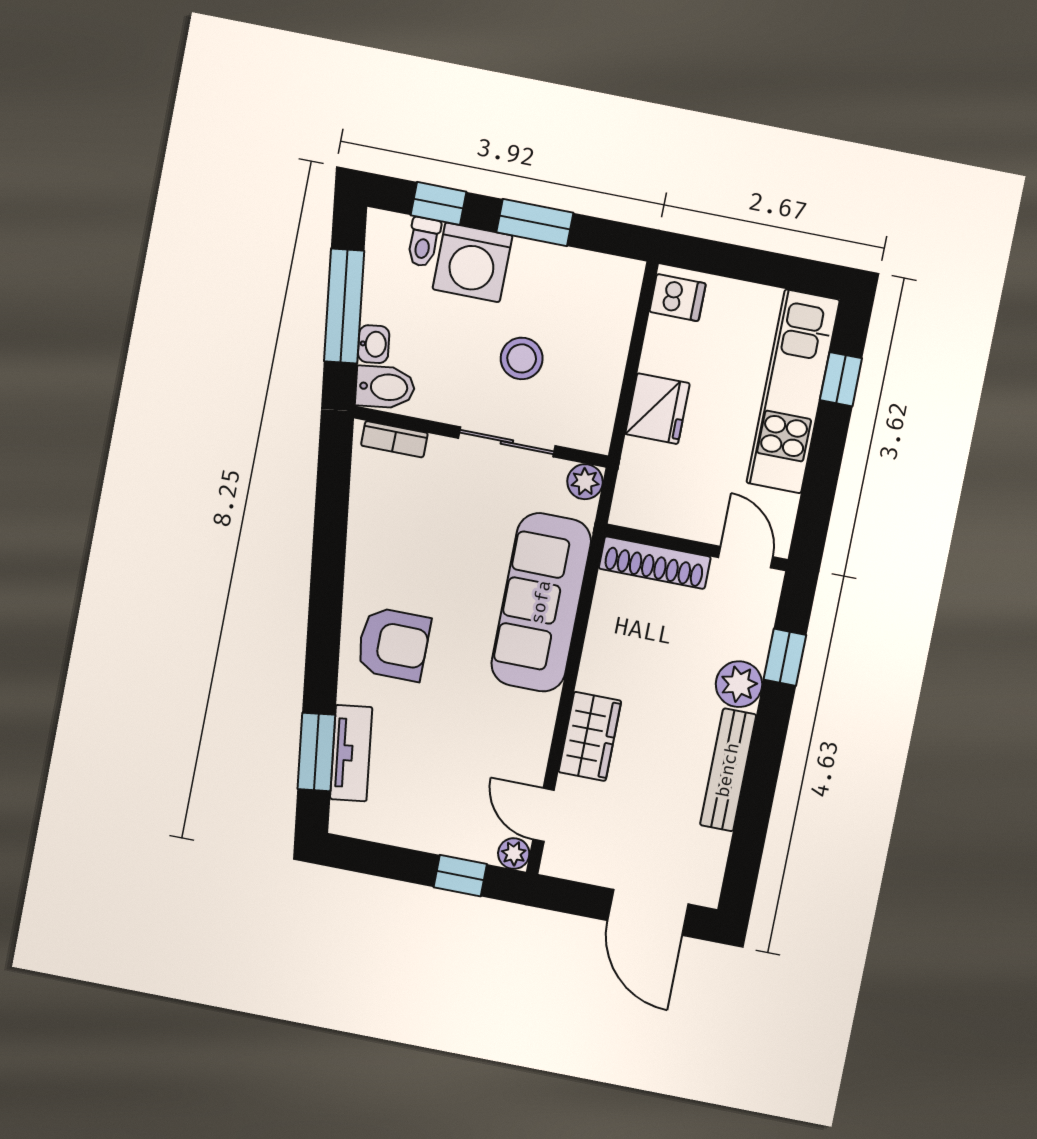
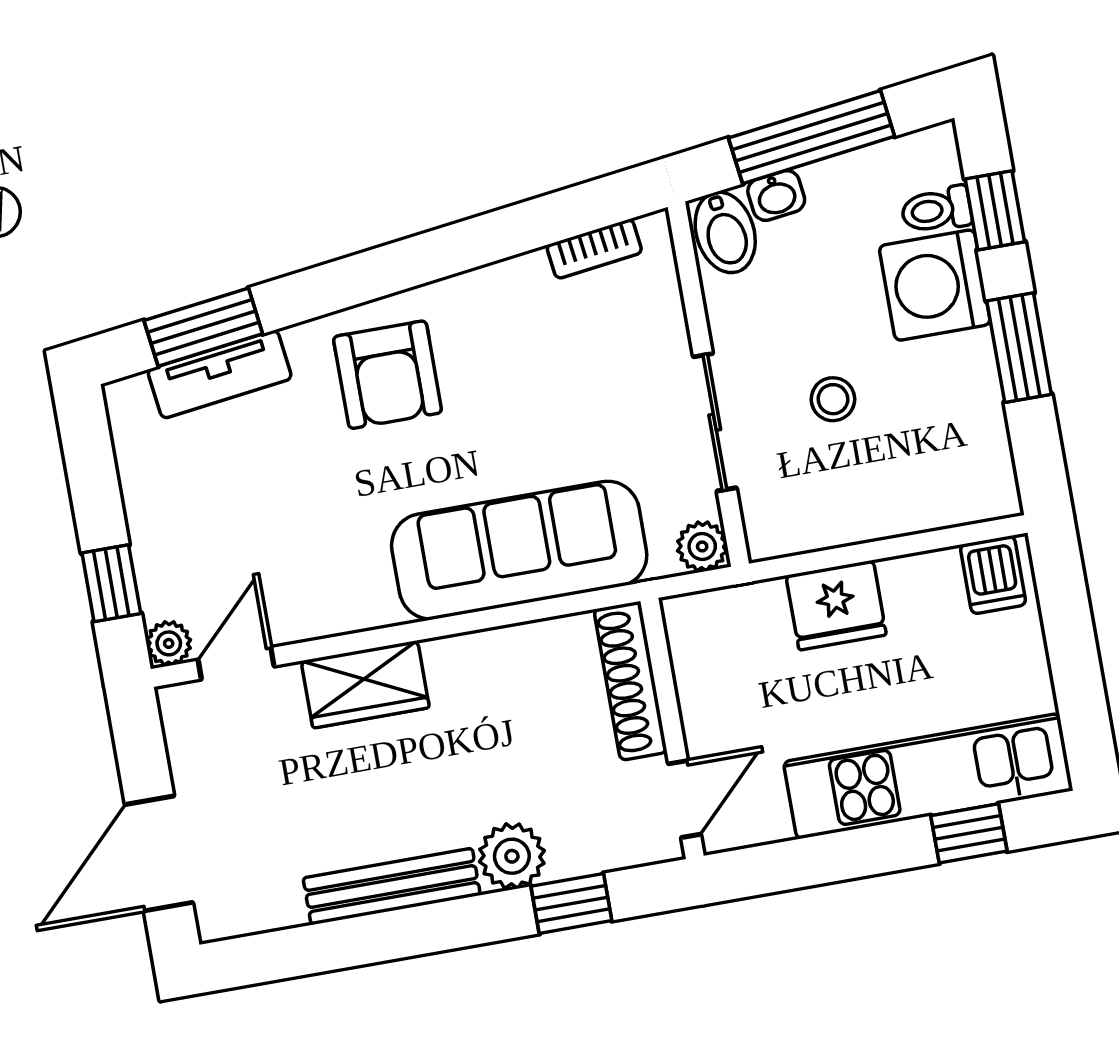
stool: (522, 358) -> (833, 399), width x0.73, depth x0.73
bookcase: (394, 439) -> (594, 249), moved, turned -97

